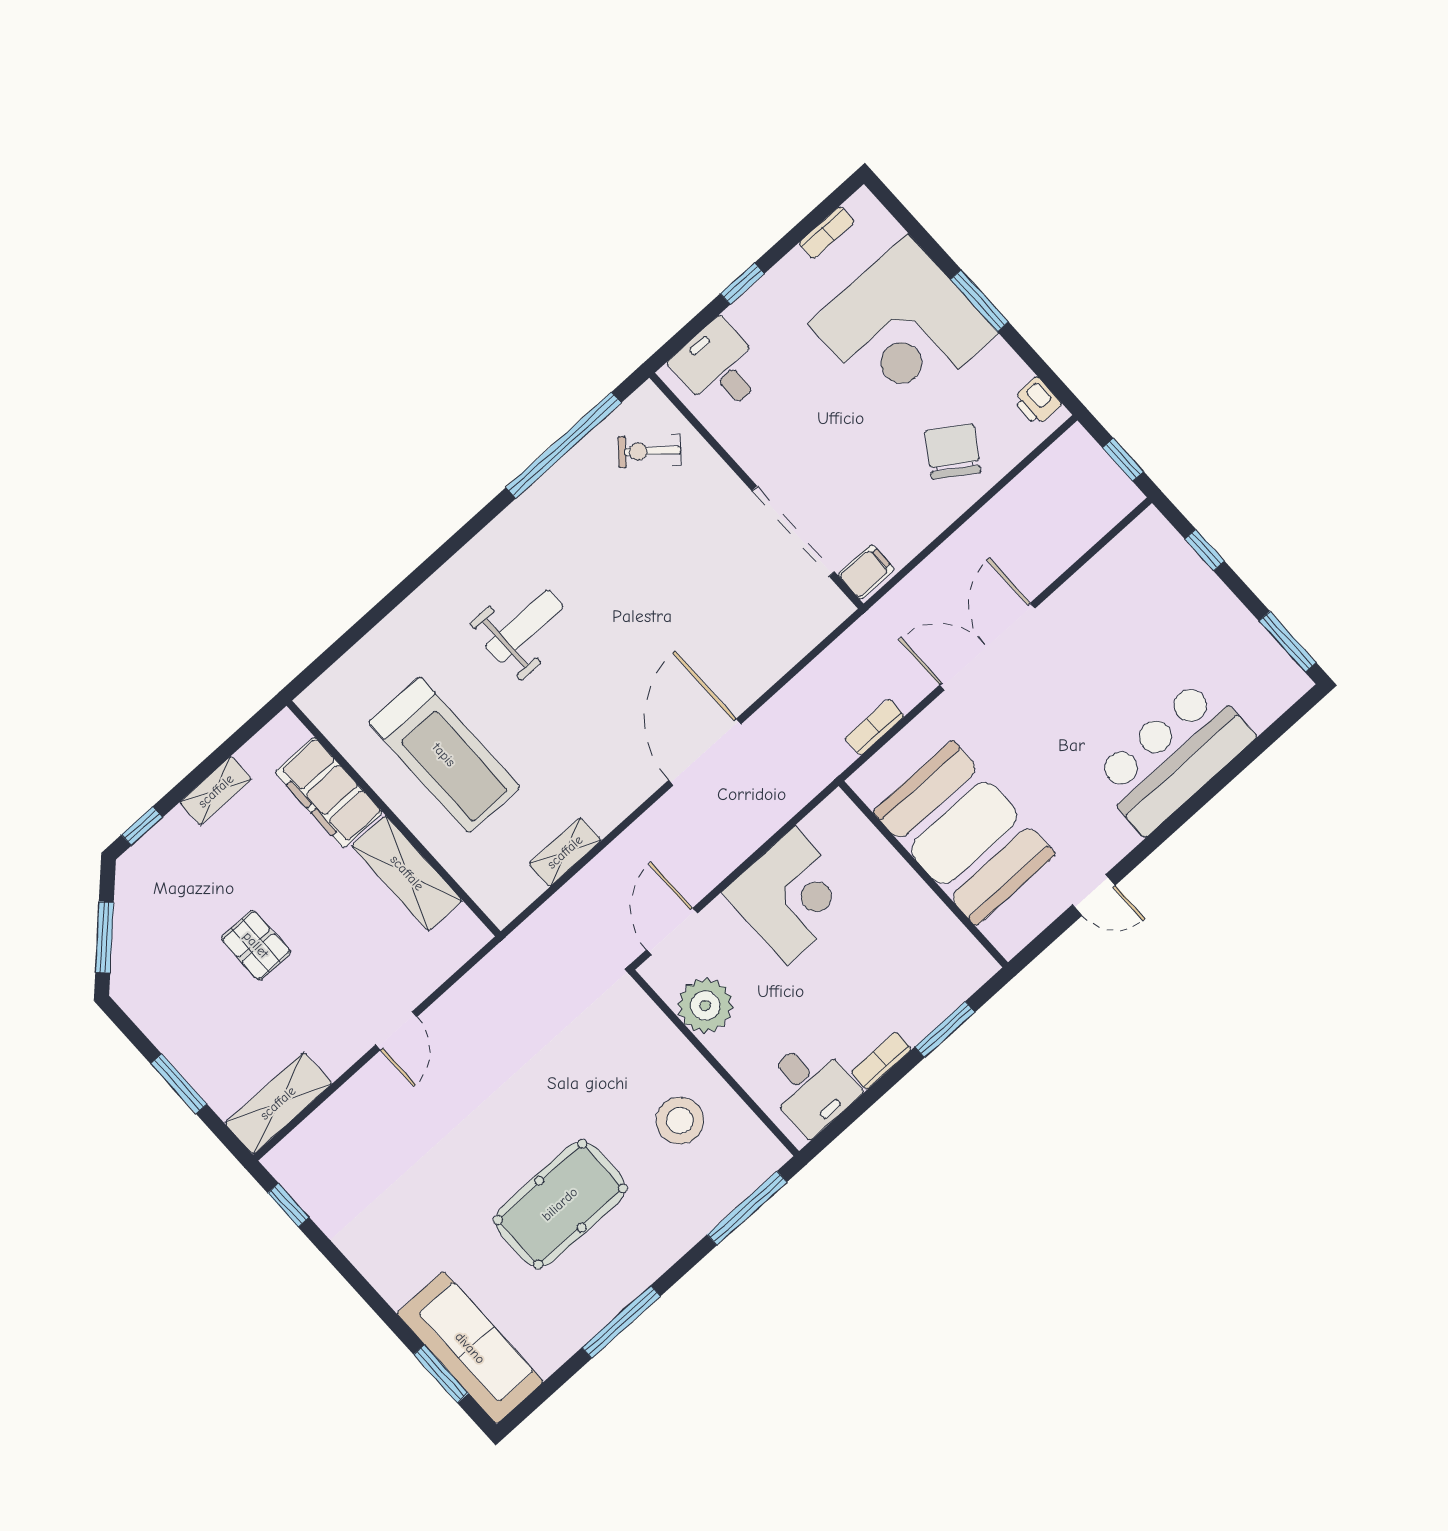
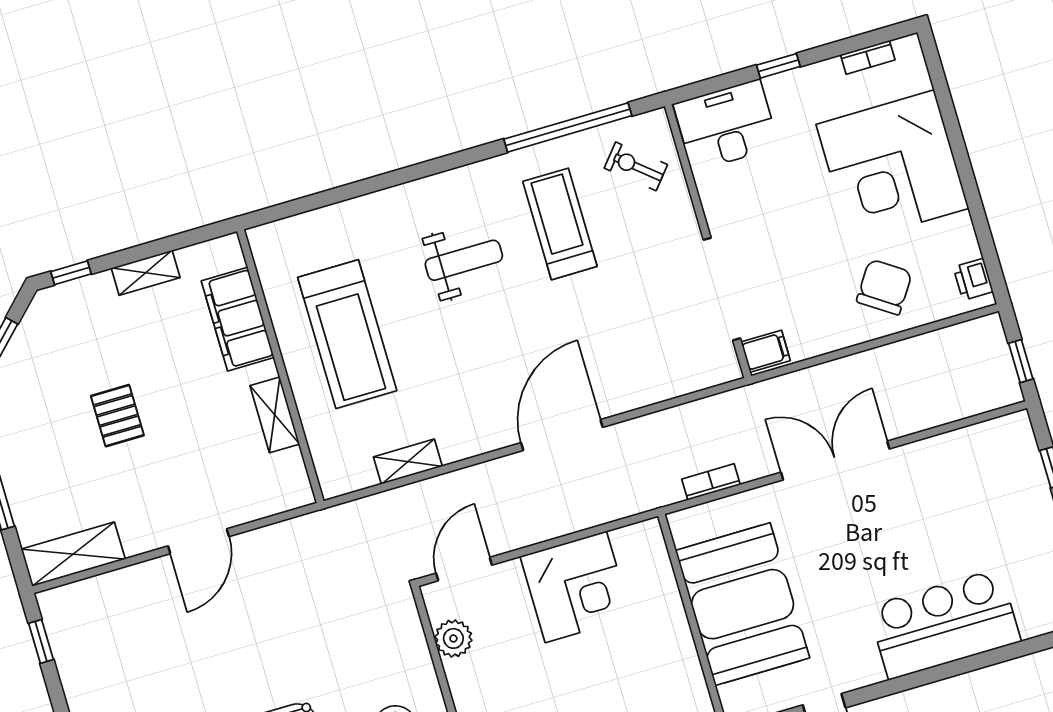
window: (979, 301) -> (966, 174), removed
desk: (719, 367) -> (726, 125), width x1.37
treadmill: (602, 544) -> (560, 224), added
shelving: (407, 873) -> (275, 415), width x0.67, depth x0.75
plant: (705, 1006) -> (453, 638), width x0.73, depth x0.73
door: (396, 1031) -> (198, 541), width x1.38

